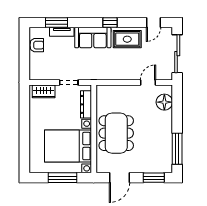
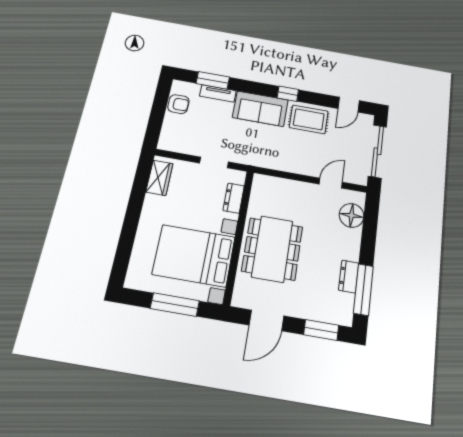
wardrobe: (44, 91) -> (159, 178), moved, turned -90
dresser: (86, 104) -> (234, 198), width x0.70
dresser: (167, 142) -> (349, 277), added

